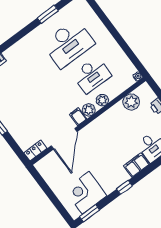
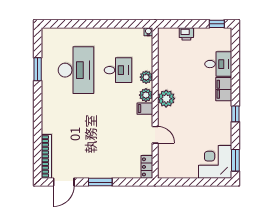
desk: (92, 75) -> (118, 70), width x0.73
plant: (131, 102) -> (166, 99), moved
door: (64, 139) -> (155, 135), width x0.53
corner desk: (86, 193) -> (215, 162), moved, turned 90

